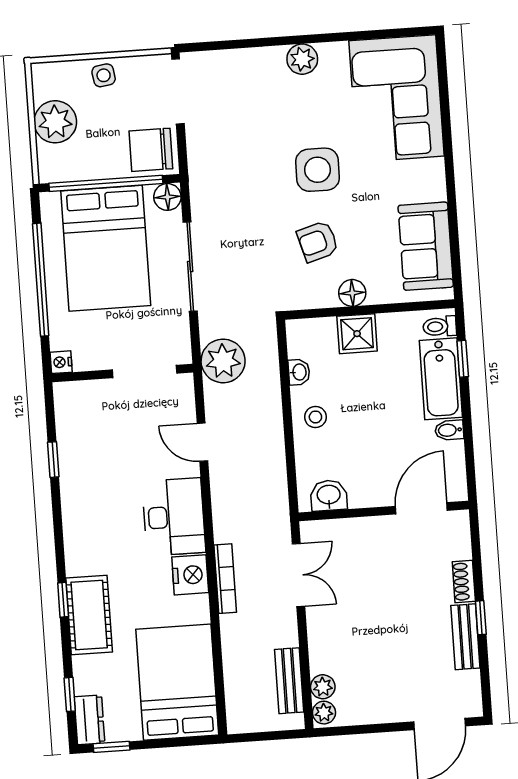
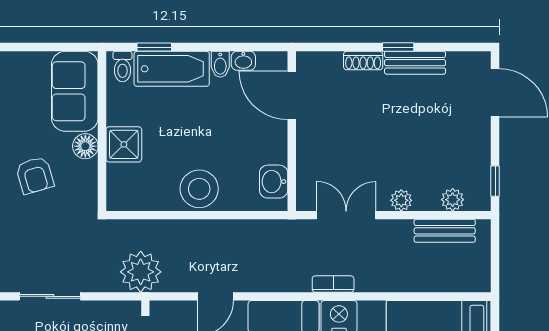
sofa: (426, 246) -> (75, 91), moved, turned 90
sliding door: (190, 266) -> (50, 296), width x0.73
washbasin: (299, 372) -> (243, 61), moved, turned 180
stool: (315, 417) -> (199, 189), width x1.89, depth x1.89
bookcase: (225, 579) -> (333, 284), width x0.64
plant: (324, 713) -> (401, 200), moved
window: (346, 730) -> (495, 181), added

